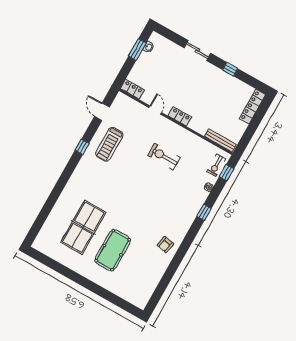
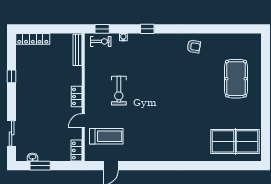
sliding door: (197, 51) -> (12, 133), moved
treadmill: (109, 144) -> (106, 136), moved
window: (82, 147) -> (150, 166), removed
table tennis table: (83, 227) -> (235, 141), moved
pool table: (113, 250) -> (236, 79), moved, turned 90

